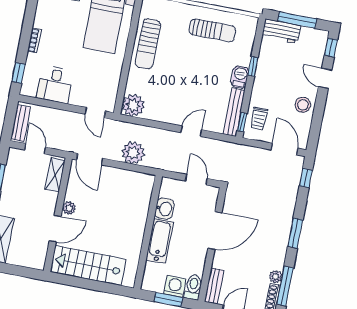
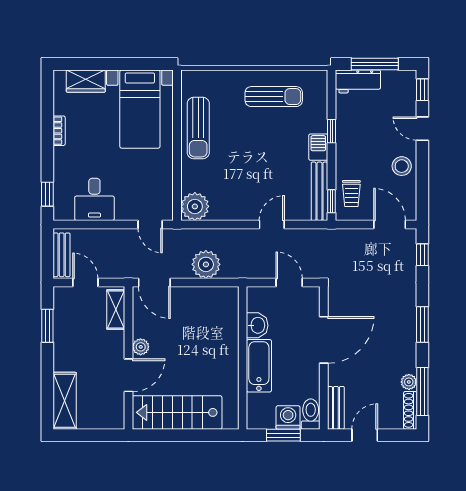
bookcase: (34, 40) -> (59, 131), moved

